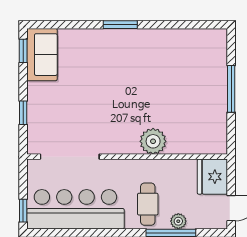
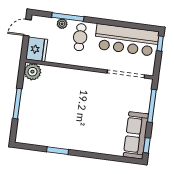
window: (120, 25) -> (58, 151), moved
sofa: (42, 55) -> (136, 135), width x1.36
window: (23, 113) -> (152, 106), width x2.17
plant: (153, 141) -> (32, 72), moved

